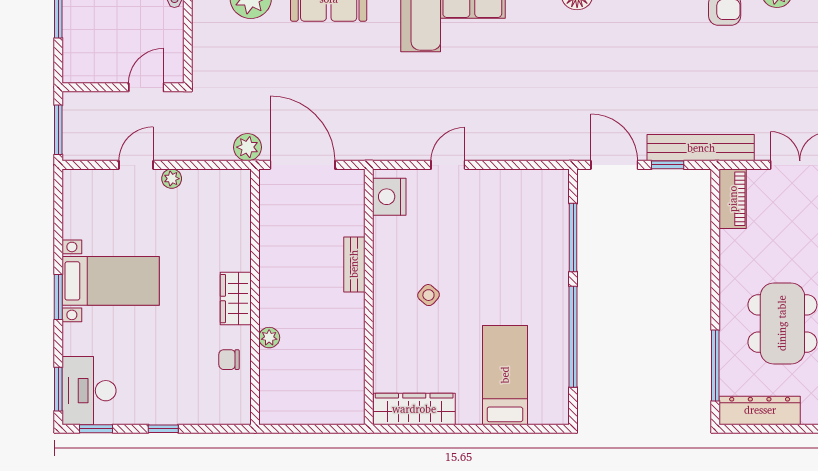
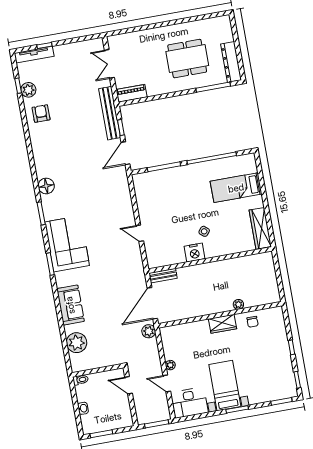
nightstand: (389, 197) -> (195, 253), moved
bench: (354, 264) -> (163, 276), moved
desk: (89, 391) -> (190, 403), moved

